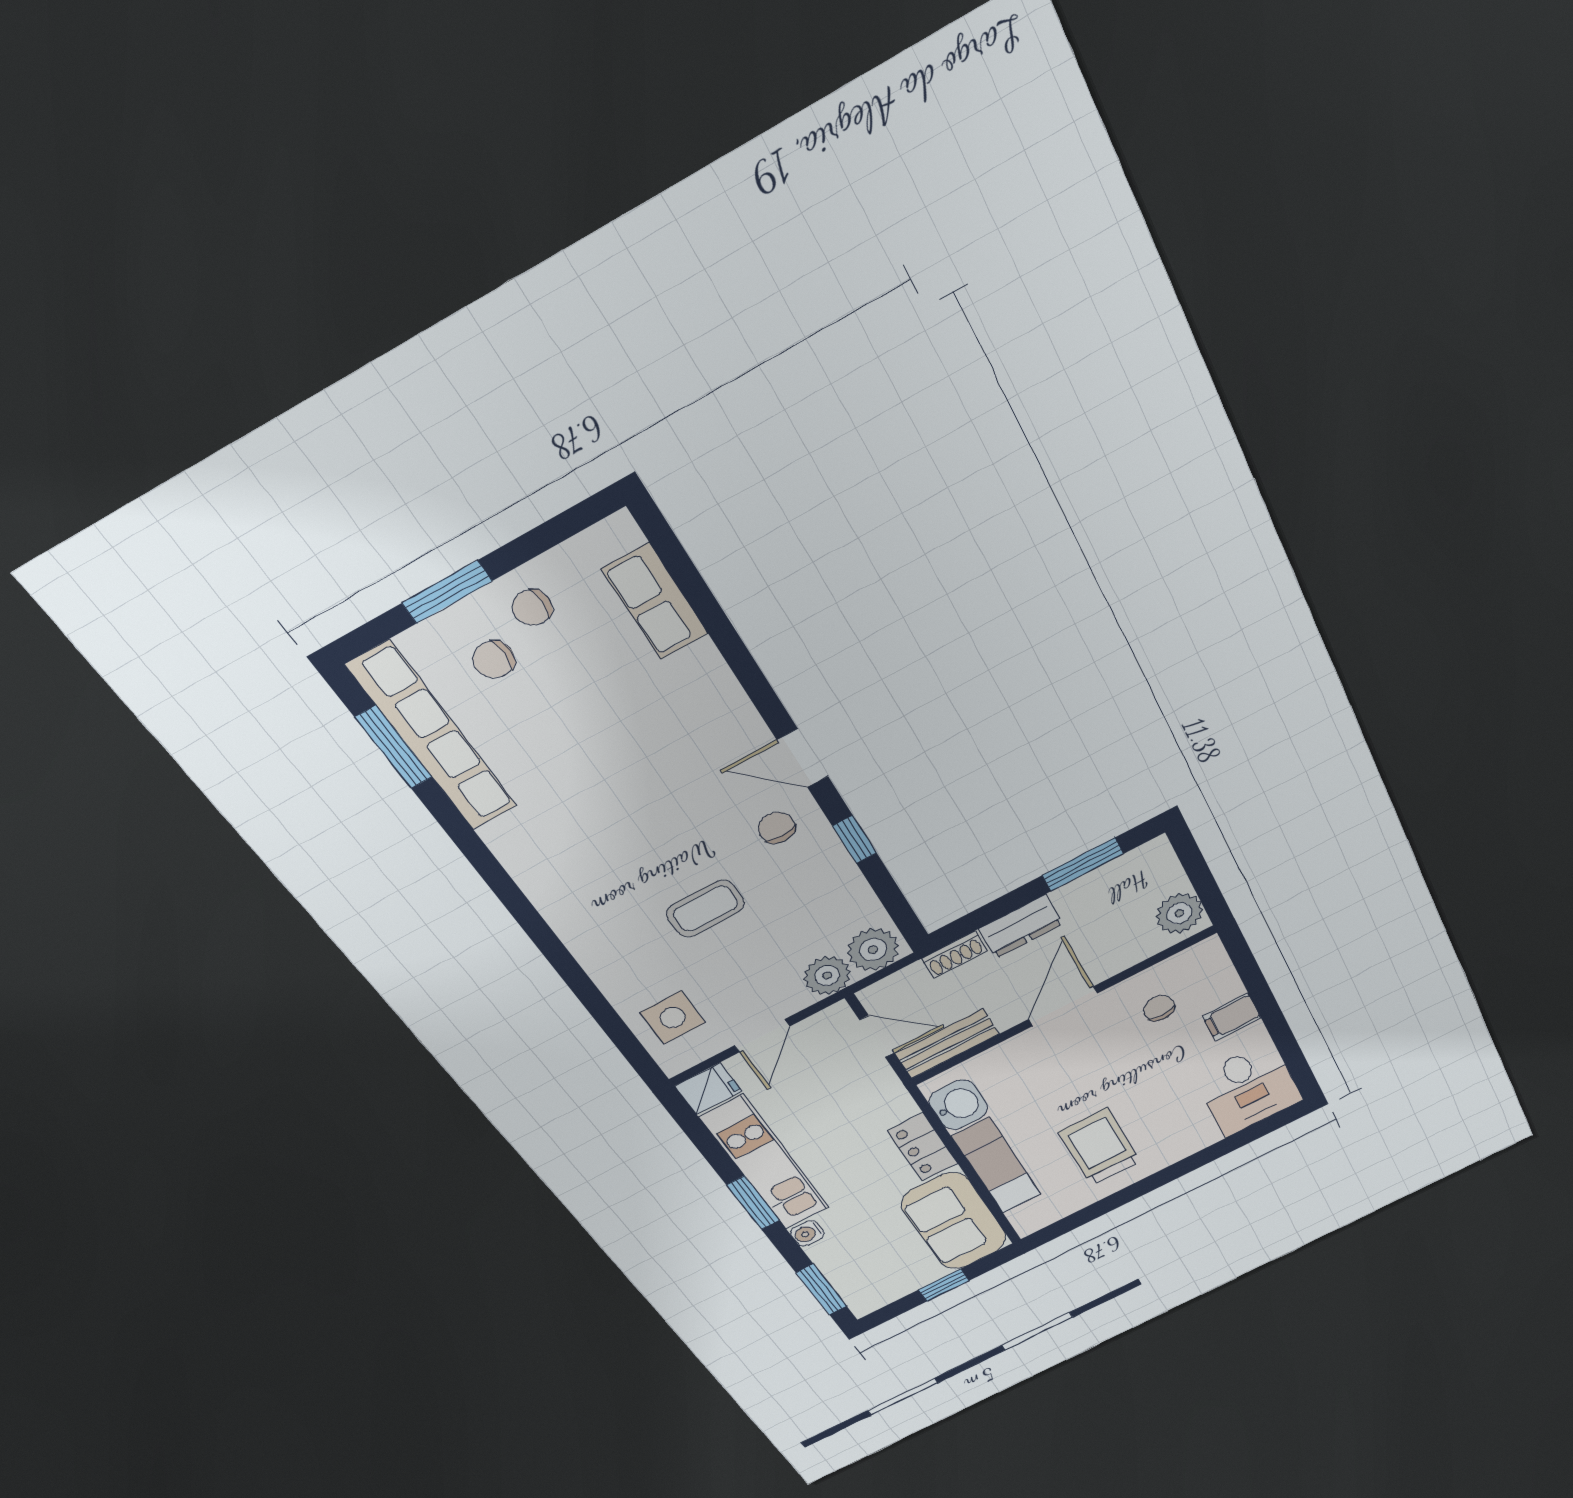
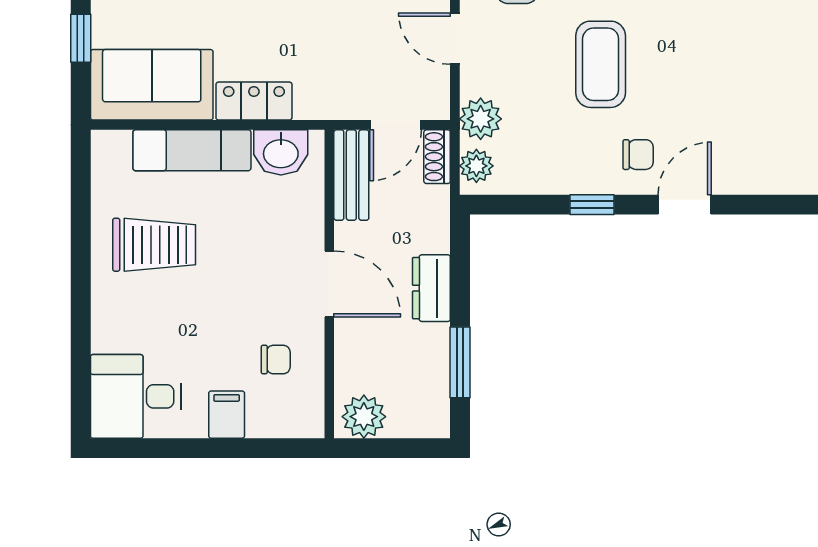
coffee table: (705, 909) -> (601, 64), width x1.36, depth x1.30
plant: (873, 950) -> (476, 166), width x0.73, depth x0.73
shoe rack: (954, 955) -> (437, 157), moved

